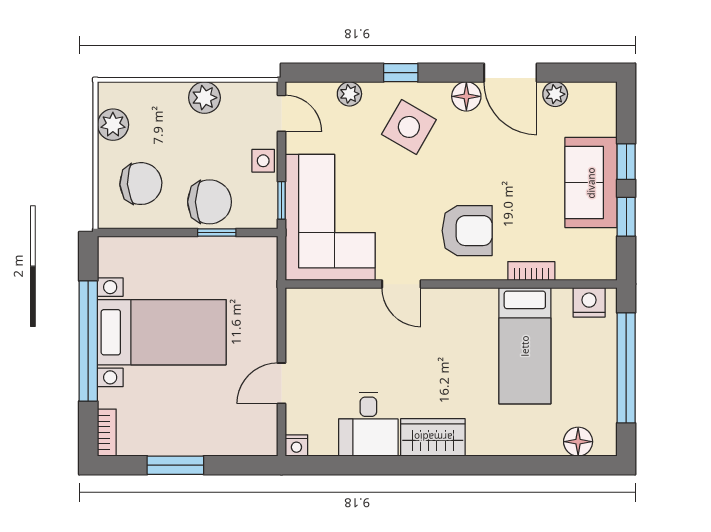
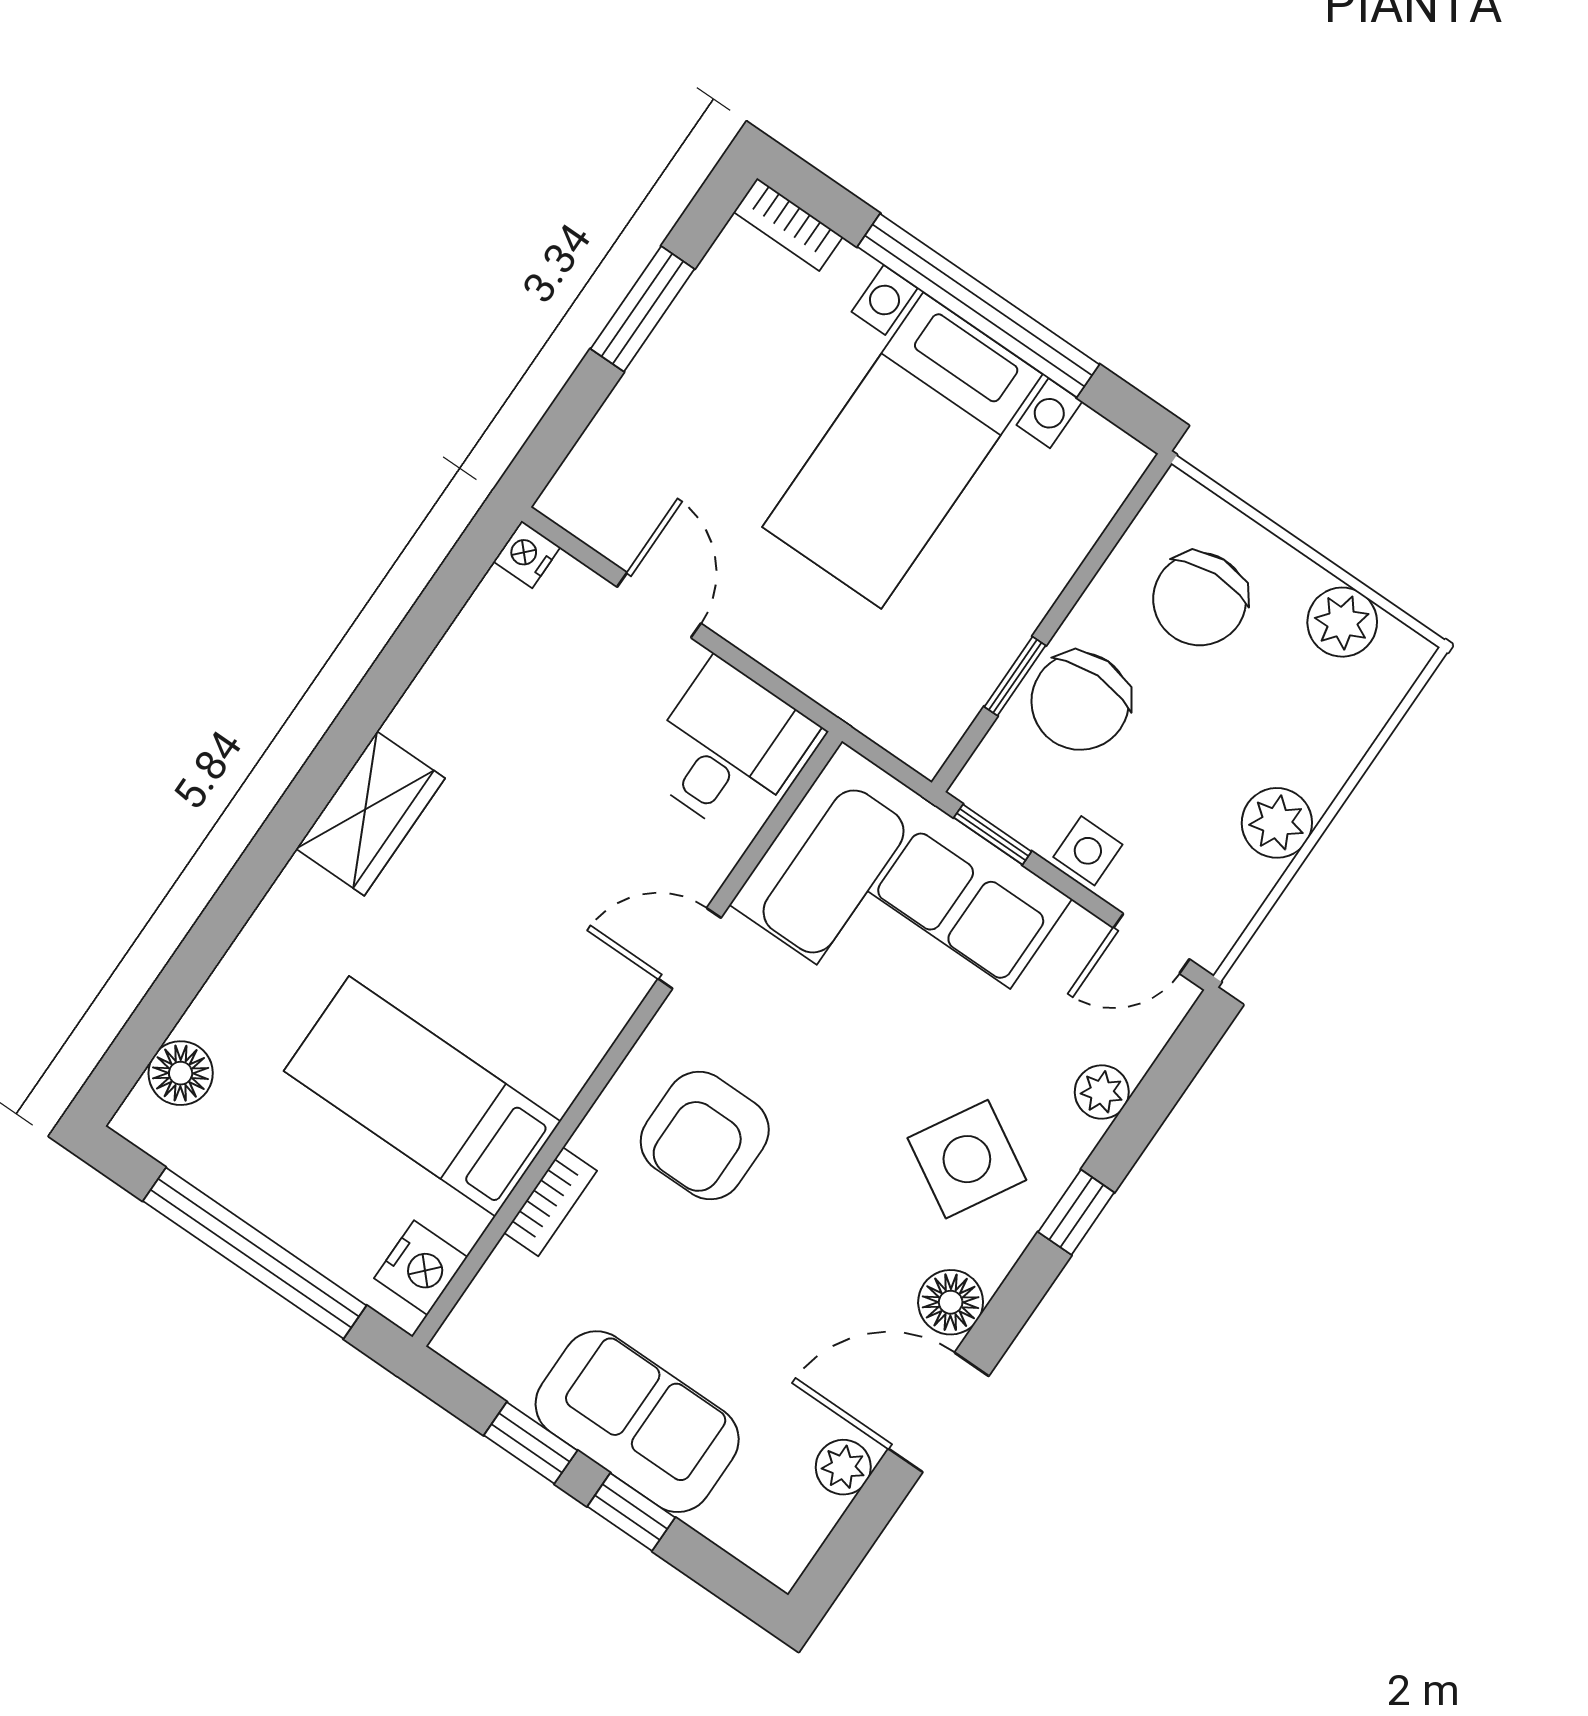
desk: (368, 424) -> (728, 748), moved, turned 90

